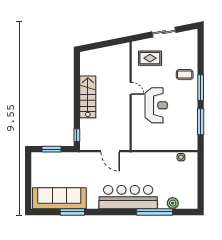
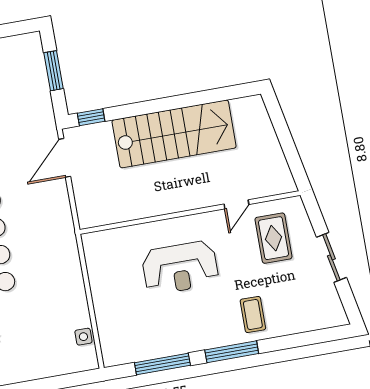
door: (131, 88) -> (236, 204), moved
stairs: (88, 97) -> (174, 134), width x1.36, depth x1.51
door: (110, 151) -> (65, 158), moved

